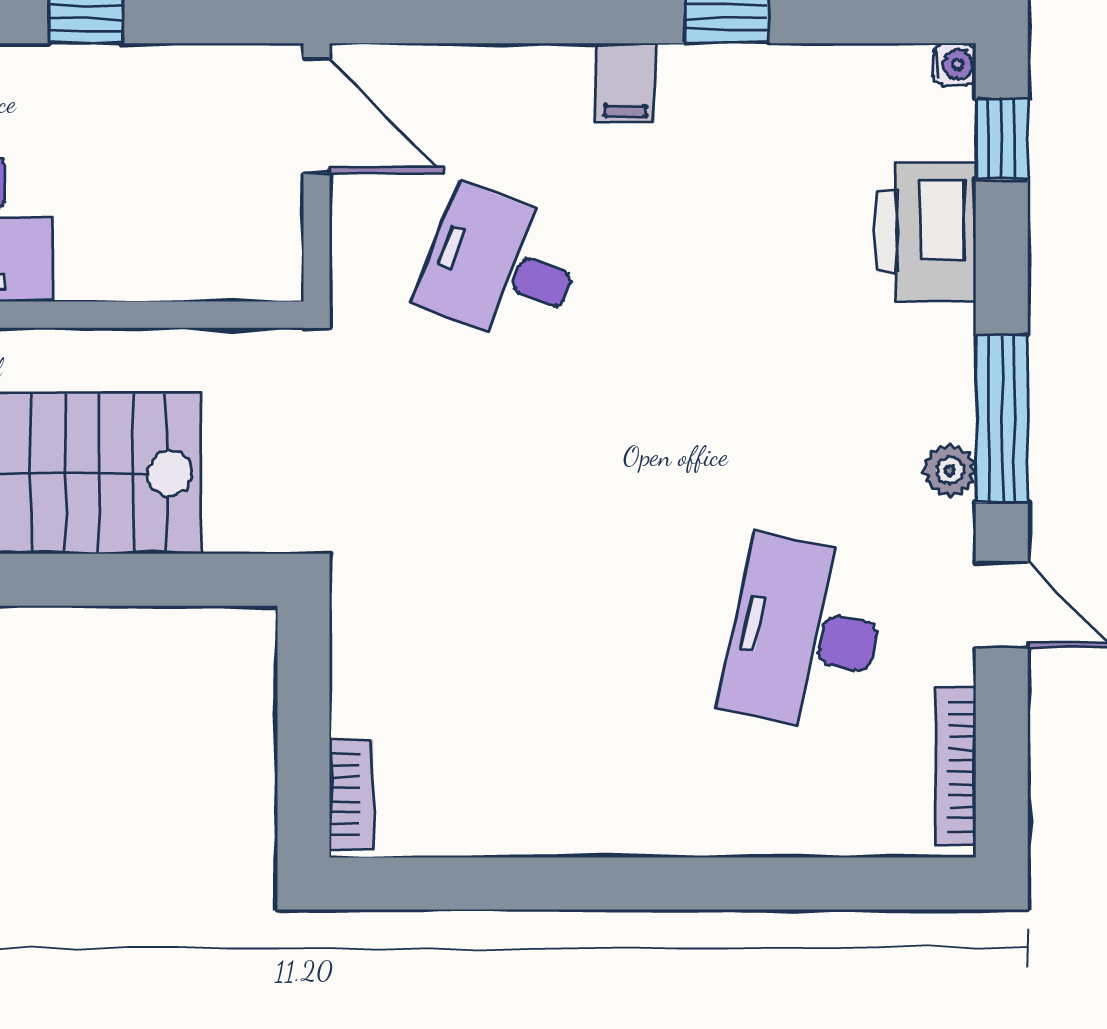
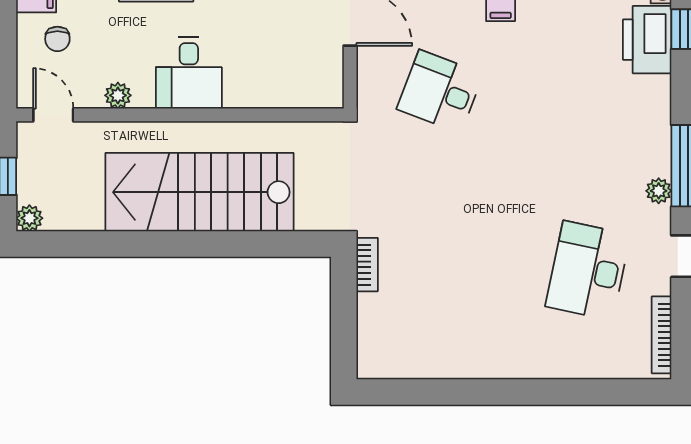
printer: (926, 231) -> (647, 40), moved
bookcase: (351, 794) -> (367, 265), moved

